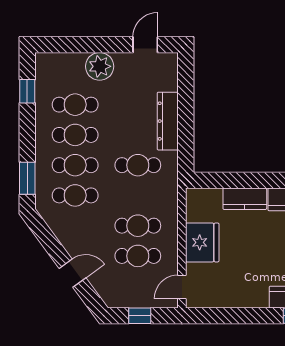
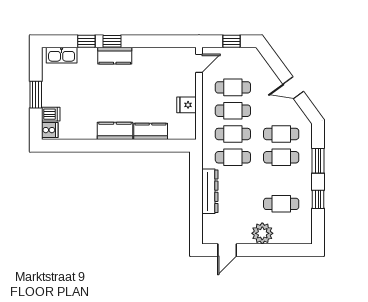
window: (27, 91) -> (318, 199), moved
cafe table: (75, 135) -> (233, 134), moved
window: (27, 178) -> (318, 161), moved
fridge: (202, 242) -> (186, 105), width x0.53, depth x0.75
door: (72, 273) -> (293, 88), moved

